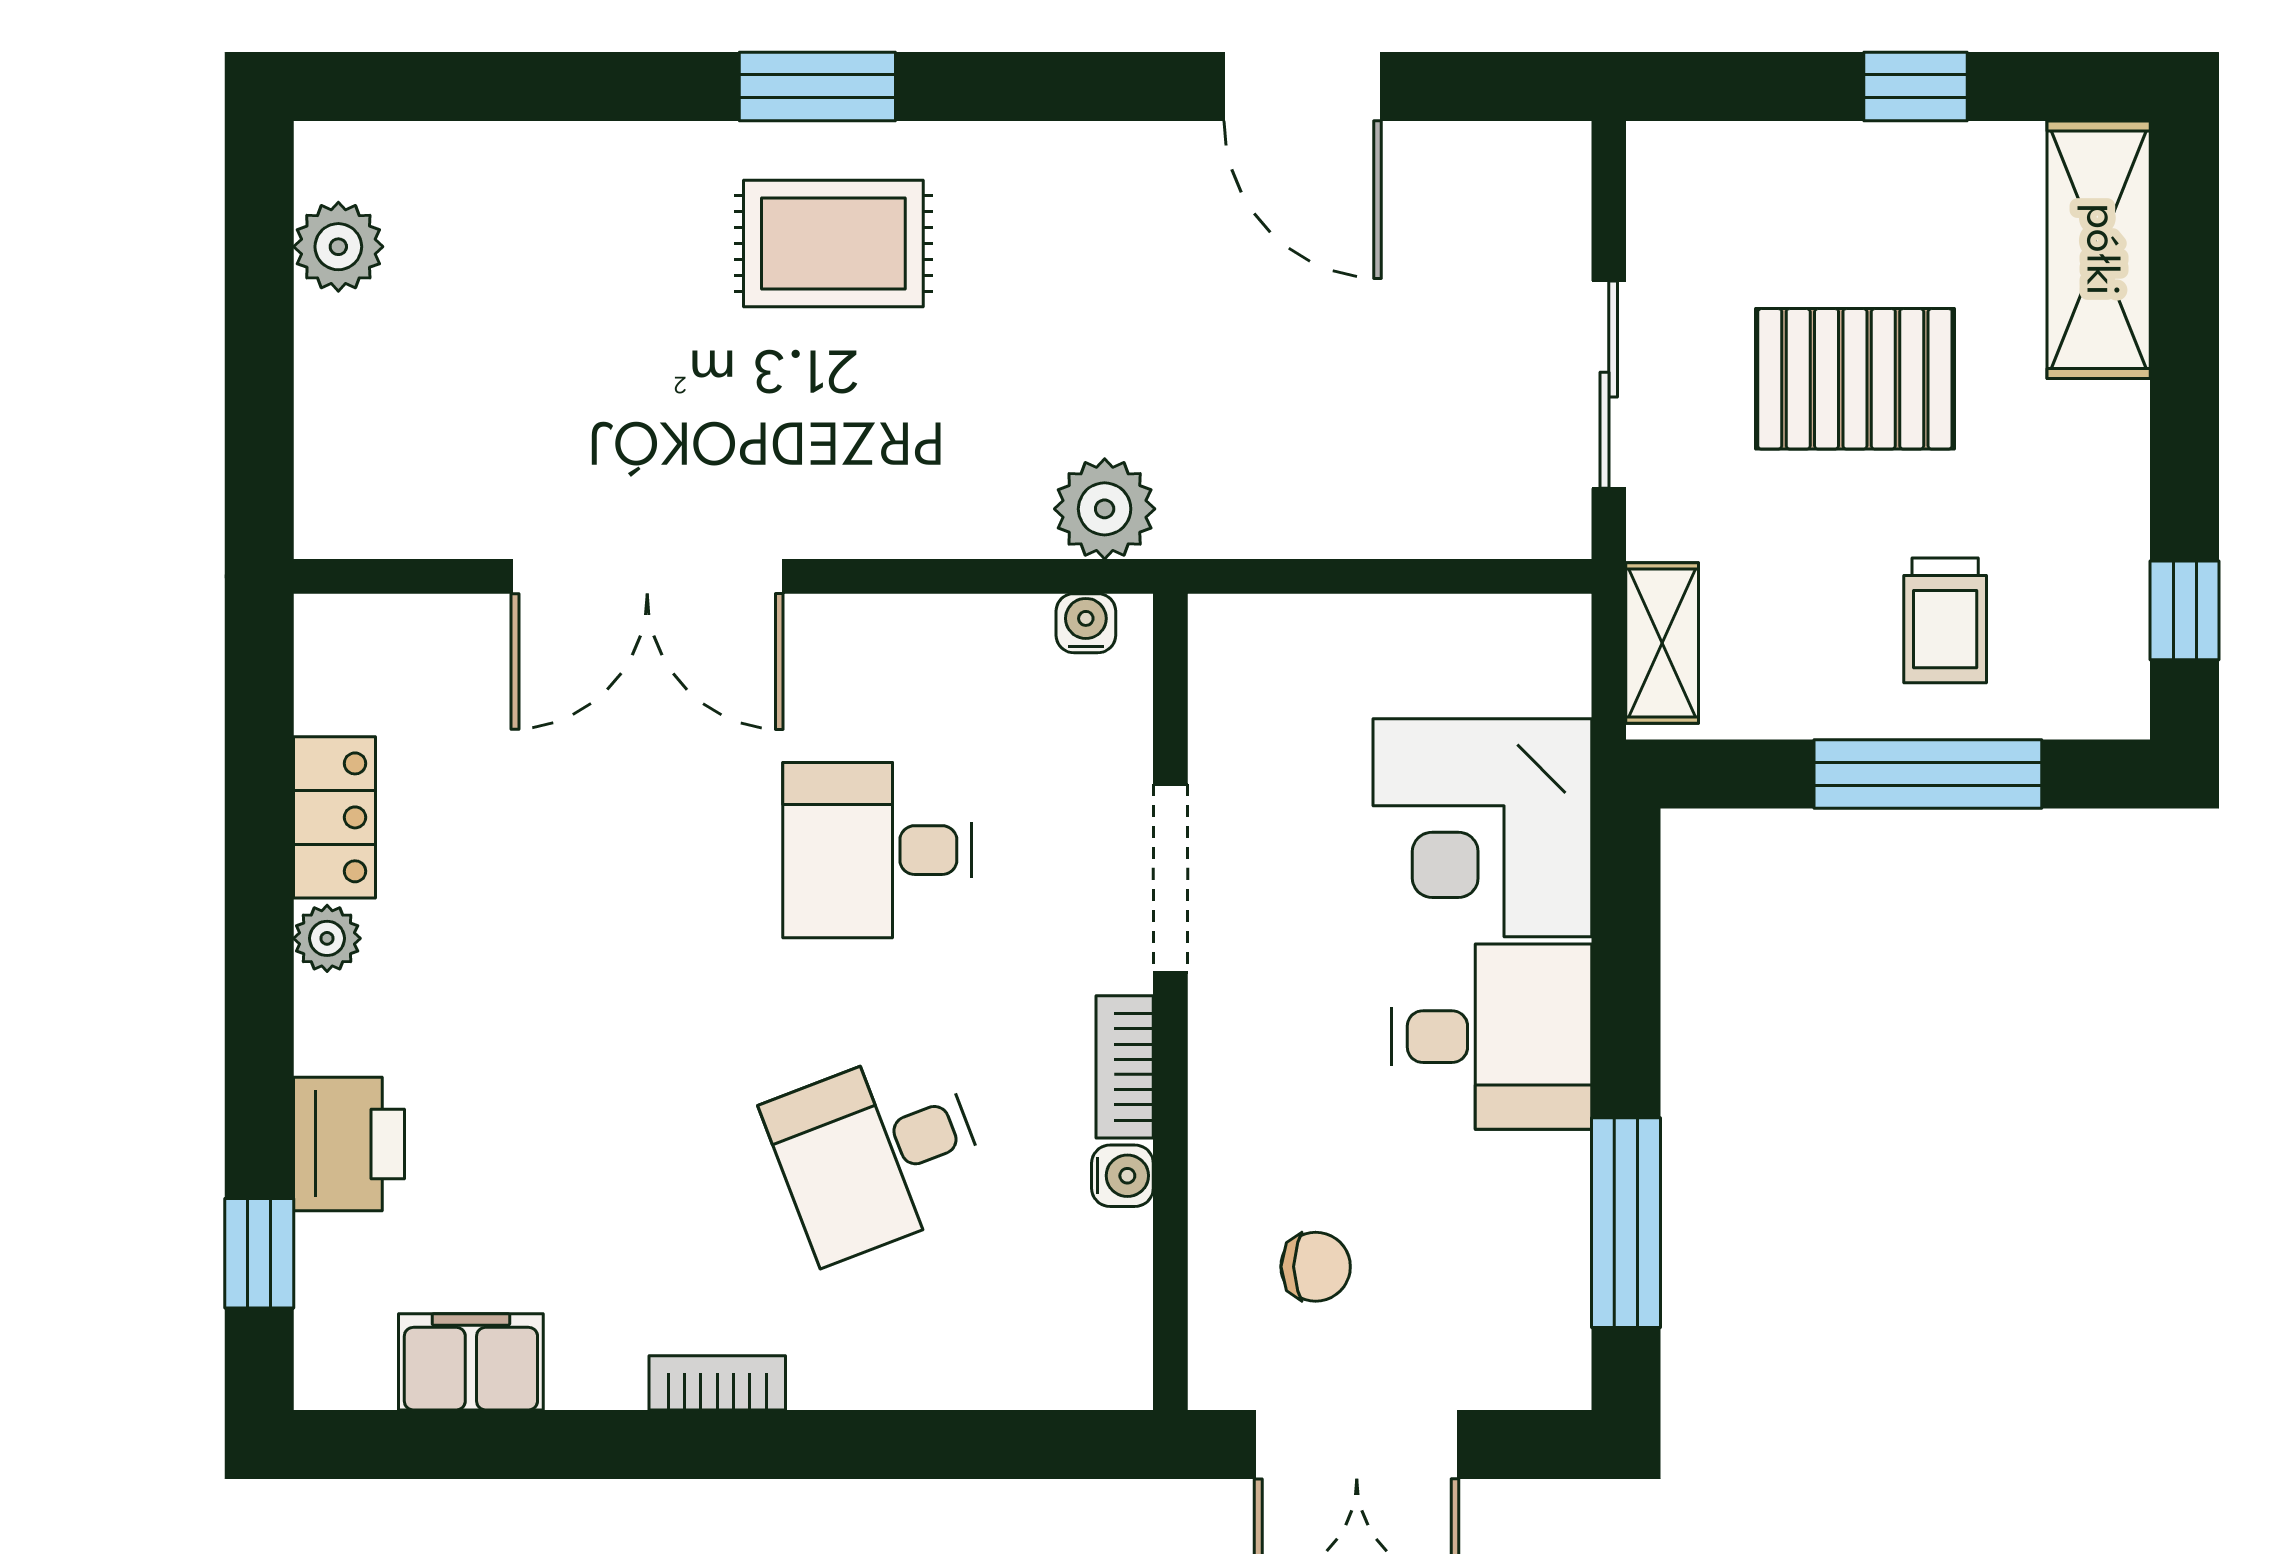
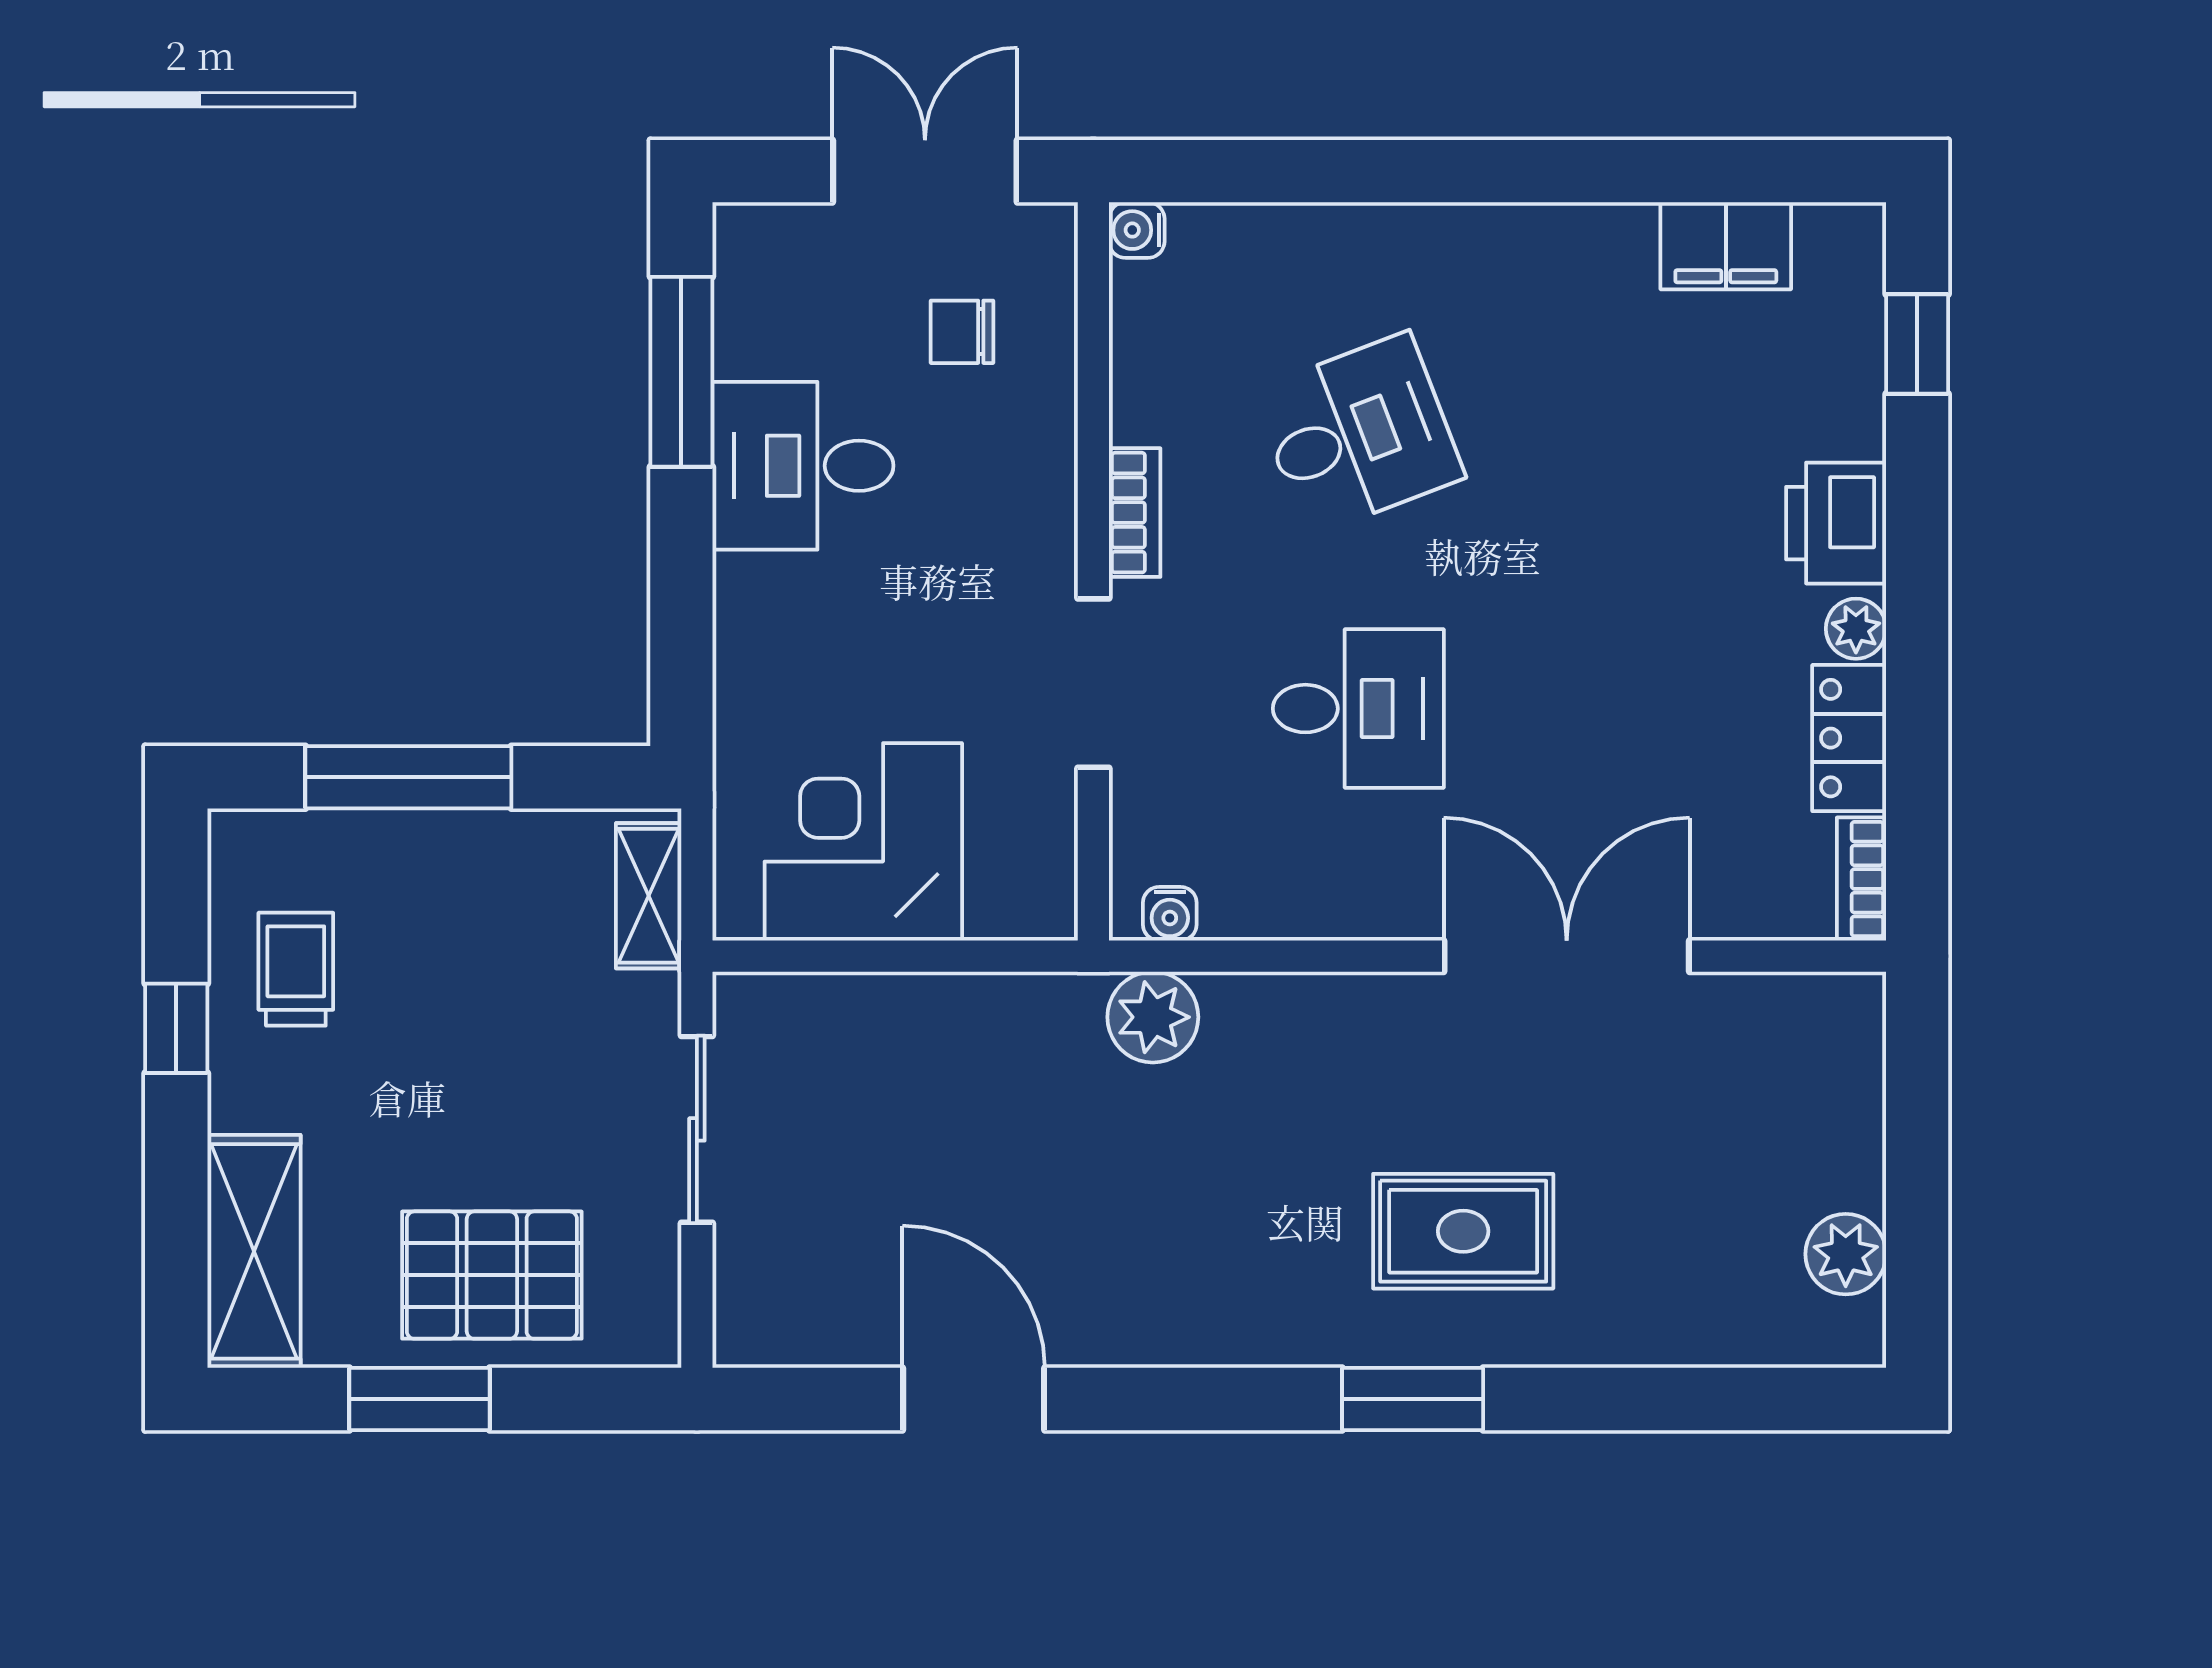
window: (1915, 86) -> (420, 1399), width x1.50
rug: (833, 244) -> (1463, 1231), moved
pallet: (1855, 379) -> (492, 1275), moved
window: (2185, 610) -> (176, 1028), moved
trolley: (1945, 620) -> (296, 969), moved
corner desk: (1482, 828) -> (863, 842), moved, turned -90
desk: (1491, 1037) -> (803, 466), moved
printer: (349, 1144) -> (1836, 523), moved
water cooler: (1122, 1176) -> (1137, 230), moved
bookcase: (717, 1383) -> (1861, 879), moved, turned 90

